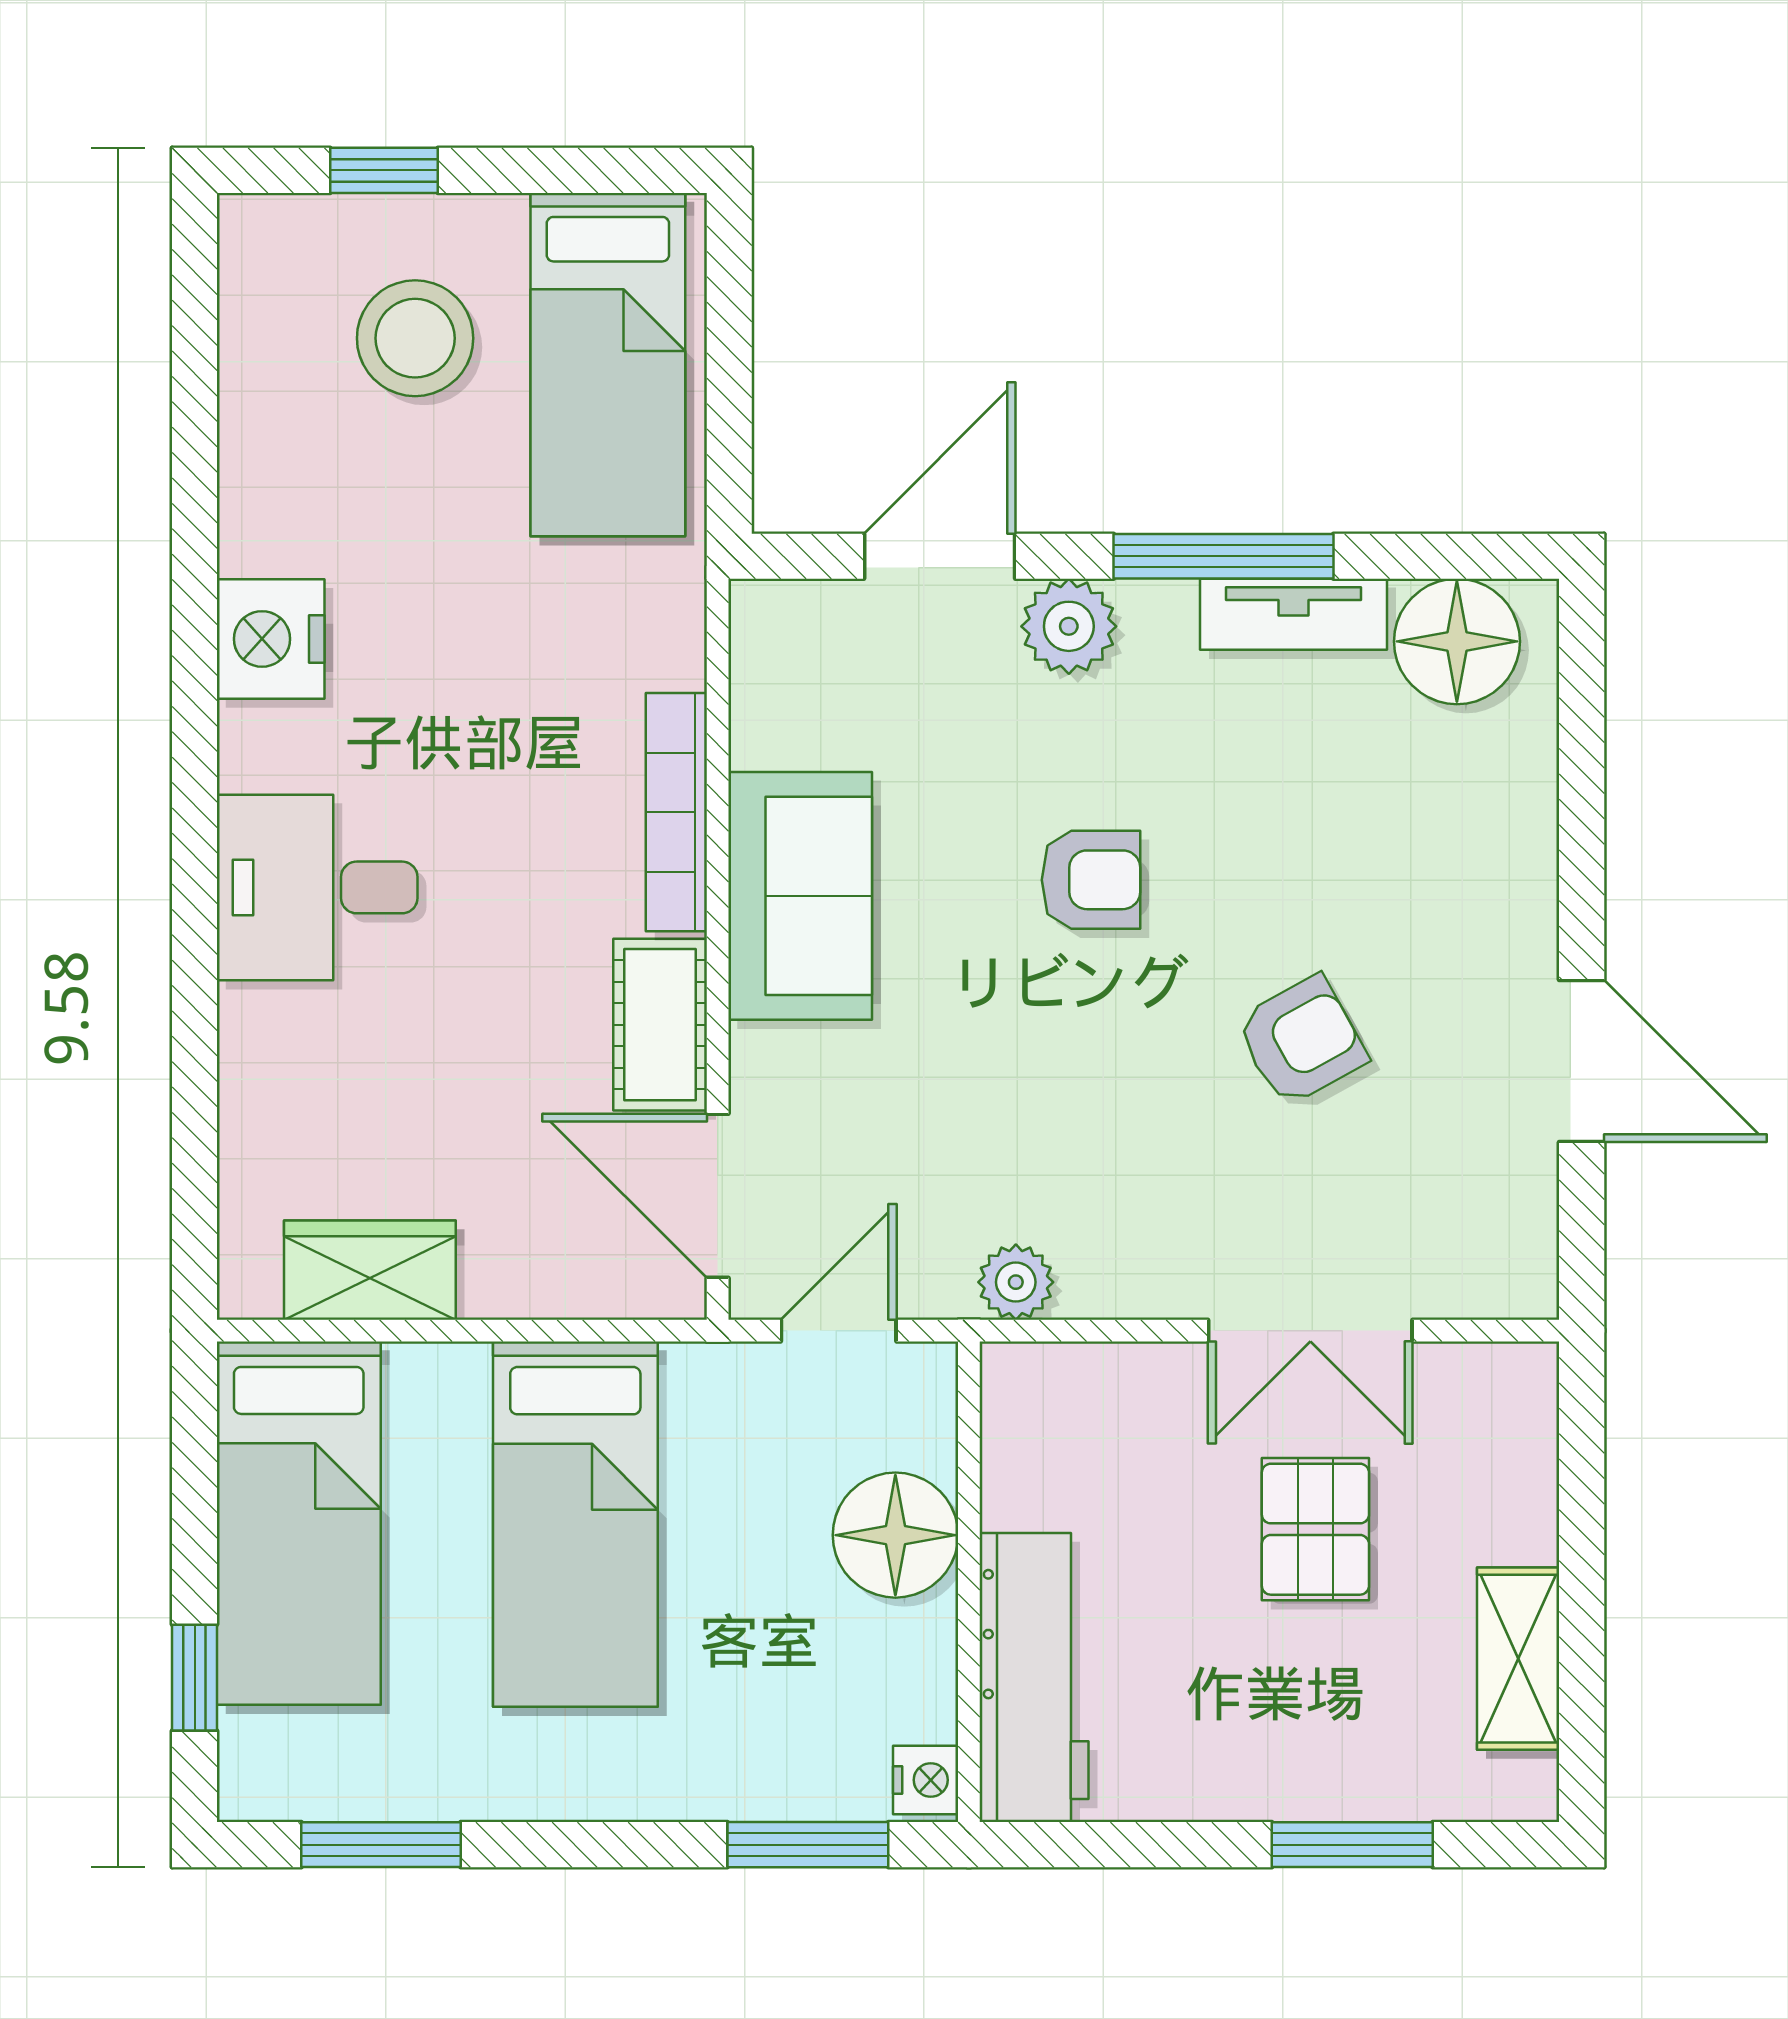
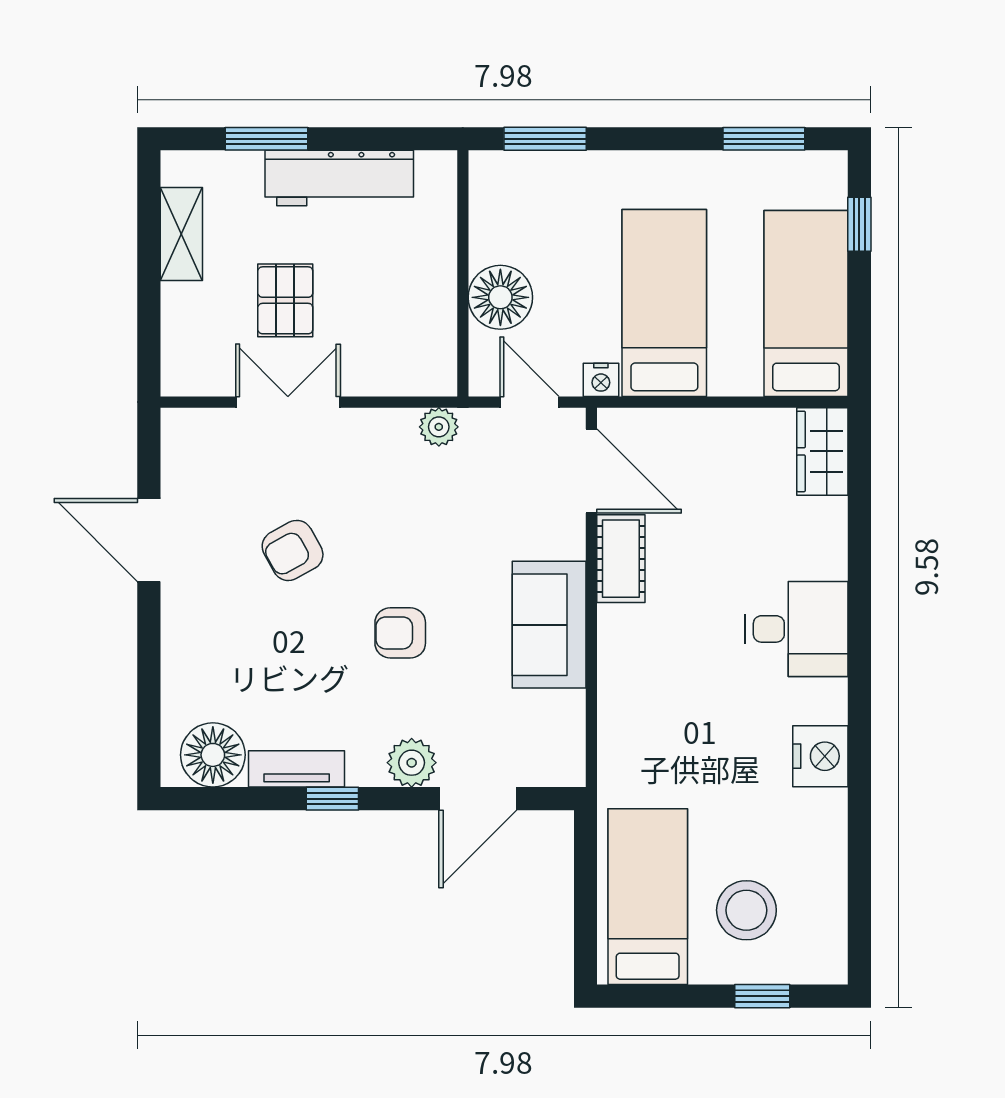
window: (1224, 556) -> (332, 799), width x0.46
bookcase: (676, 812) -> (613, 667), removed
wardrobe: (370, 1270) -> (822, 451), moved, turned 90
door: (839, 1331) -> (530, 402), swing flipped
workbench: (1034, 1678) -> (339, 178), moved, turned -90
nightstand: (926, 1780) -> (601, 380), moved, turned -90

